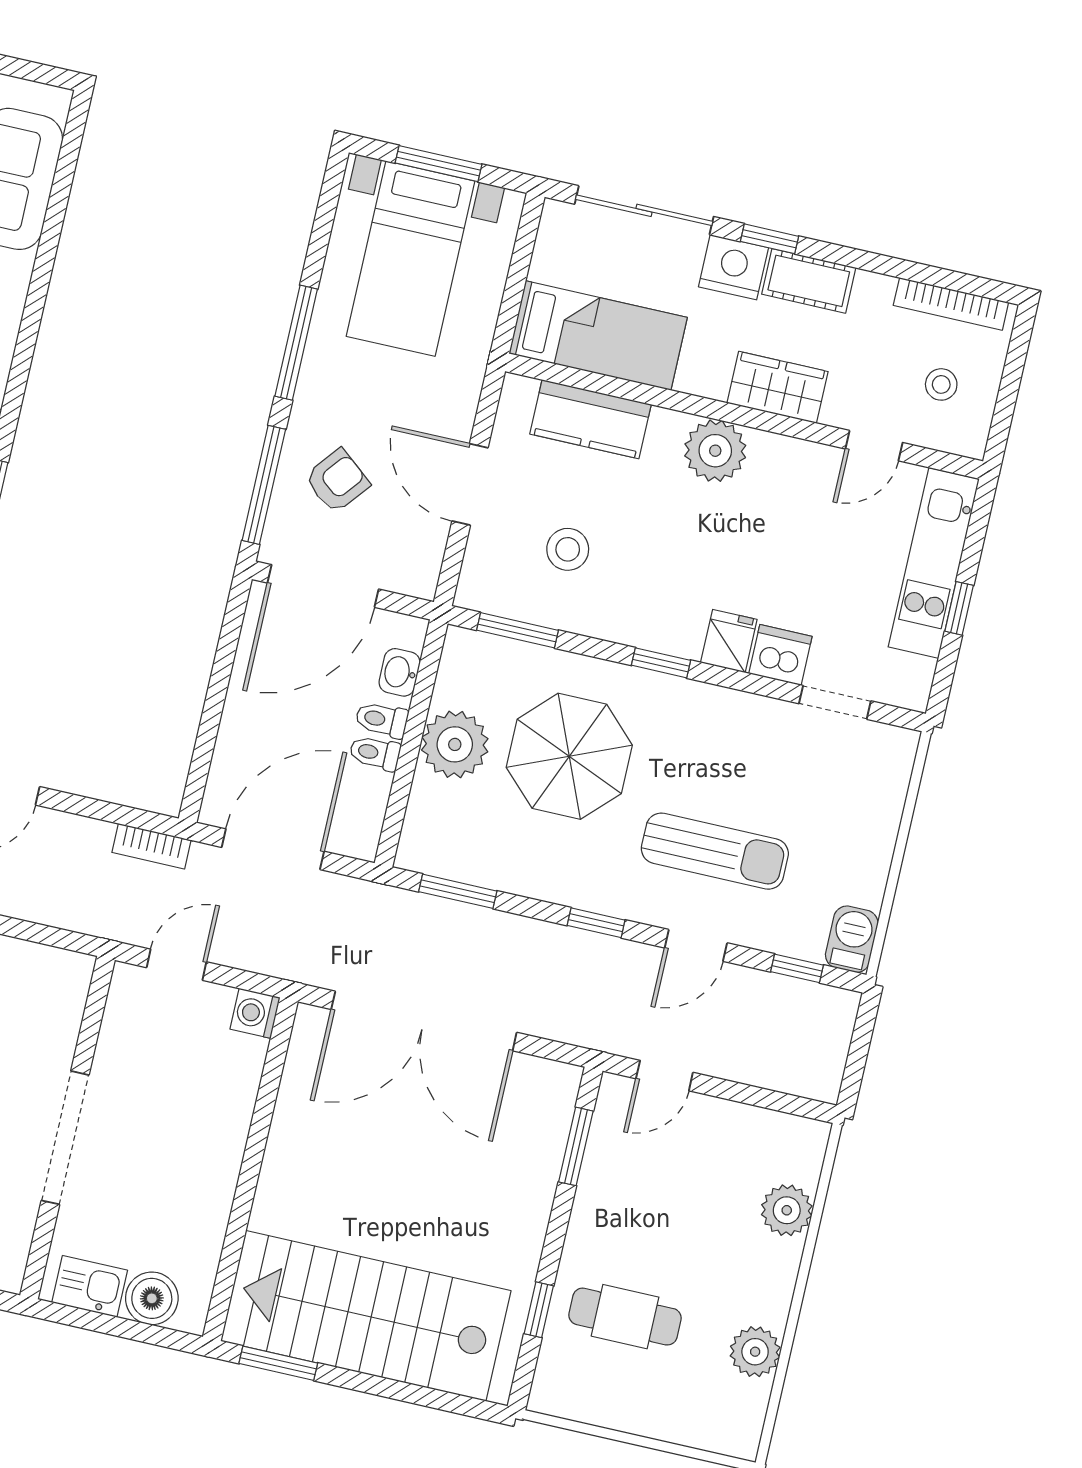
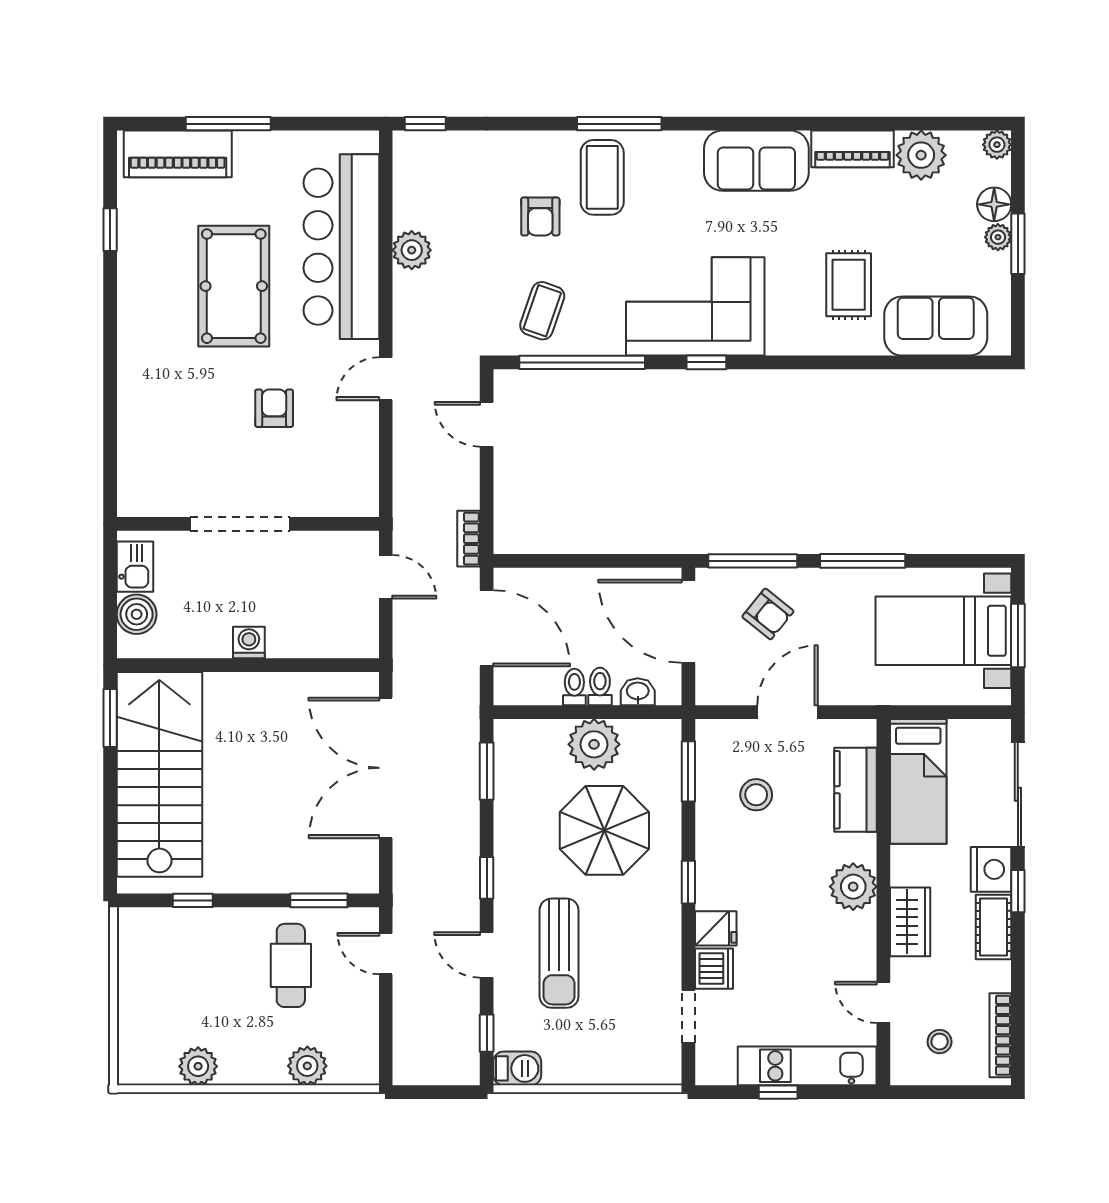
washing machine: (255, 1013) -> (249, 642), moved
cafe table: (625, 1317) -> (291, 965), moved

